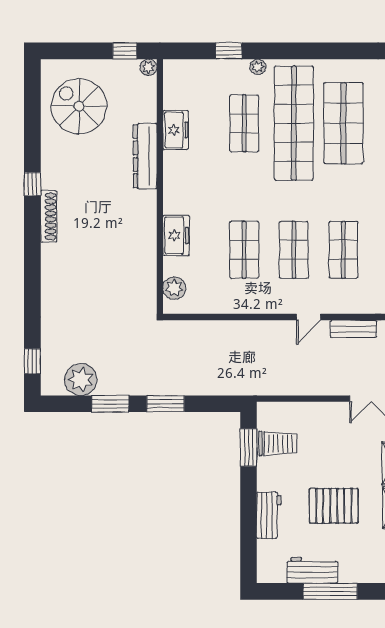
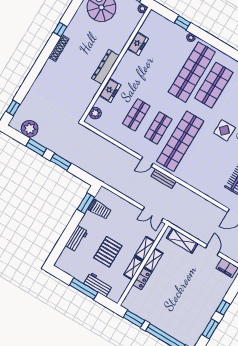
shop shelf: (244, 123) -> (170, 59), removed
dresser: (145, 156) -> (105, 67), moved
shop shelf: (343, 250) -> (180, 141), width x2.00, depth x1.36
pallet: (334, 506) -> (108, 252), turned 90
workbench: (312, 570) -> (98, 285), moved

